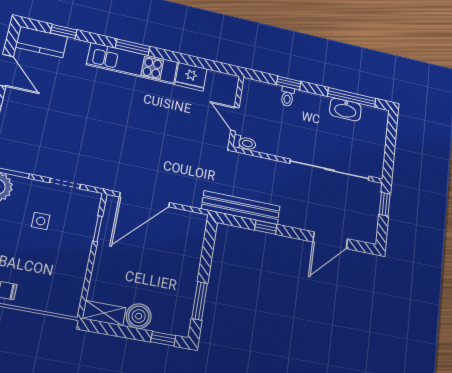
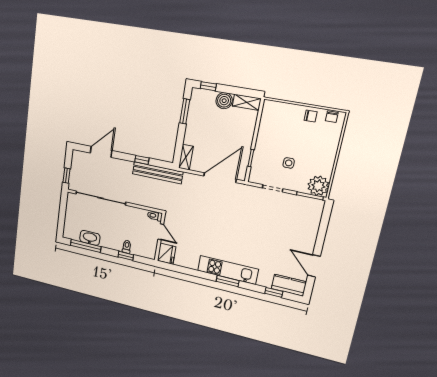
fridge: (191, 77) -> (166, 254), moved, turned 90
shelving: (197, 231) -> (186, 157), added

